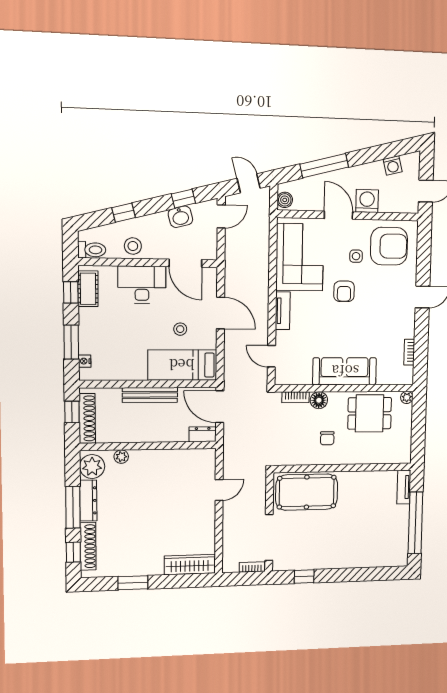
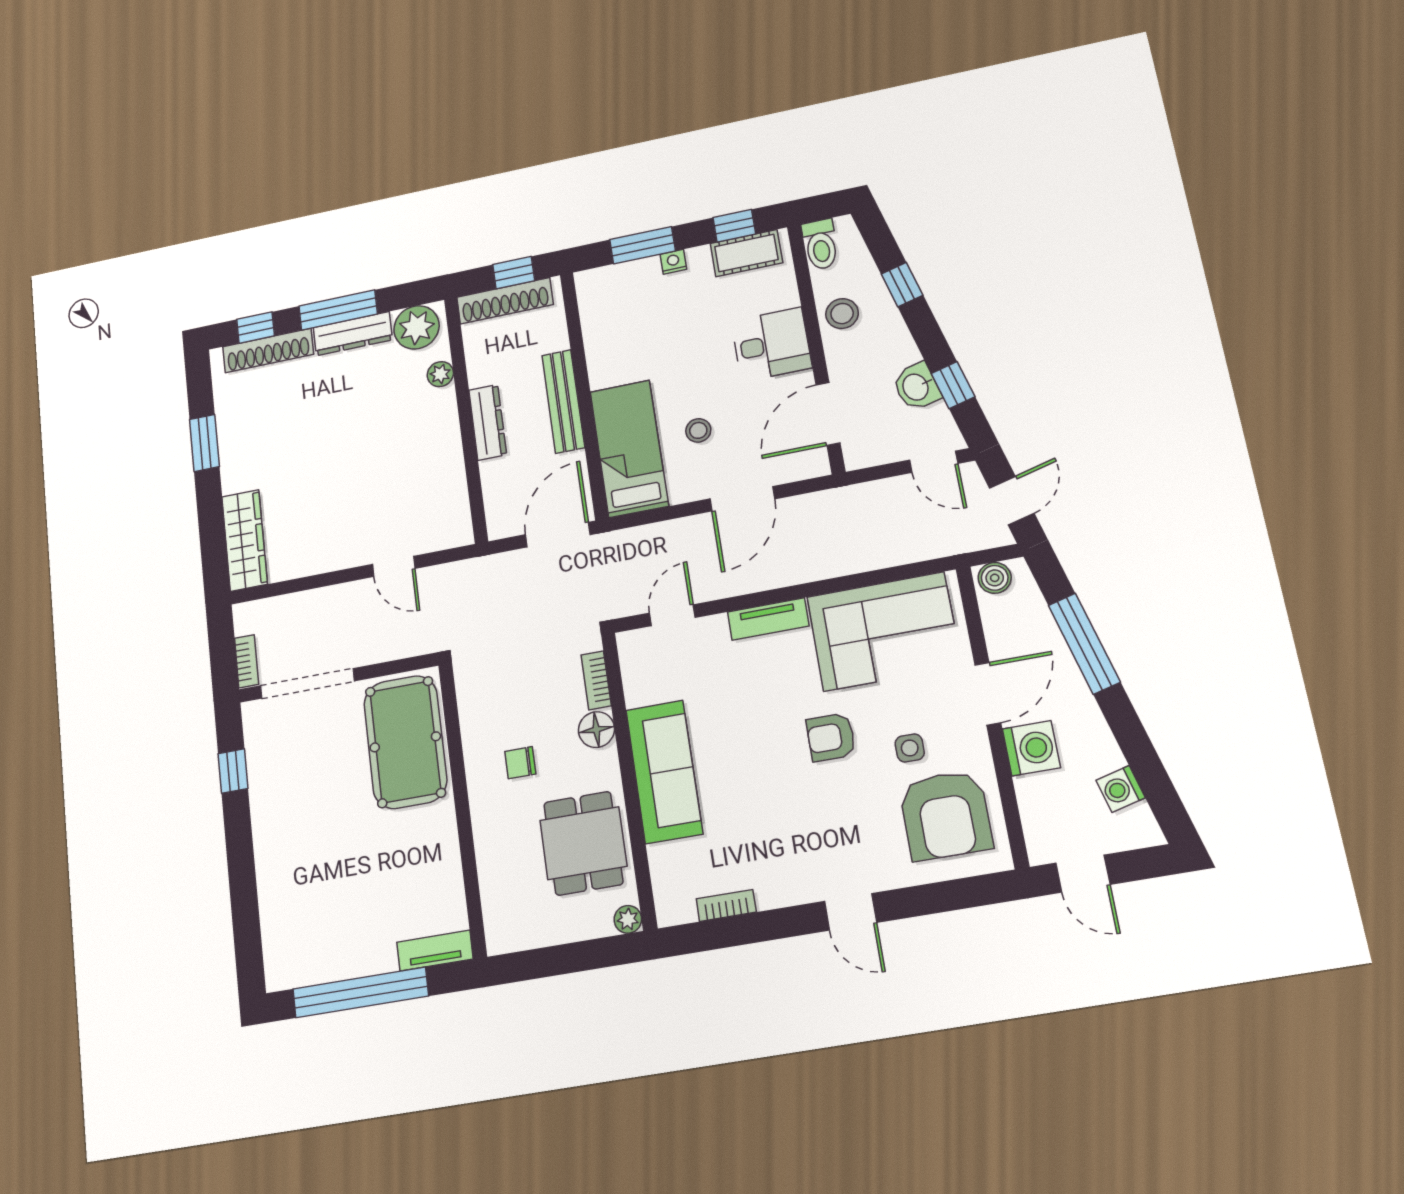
desk: (142, 285) -> (771, 344), width x0.73
nightstand: (85, 361) -> (673, 262), moved
dresser: (203, 434) -> (488, 422), moved, width x1.44

